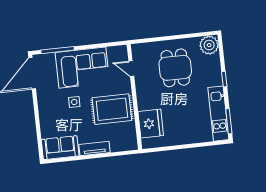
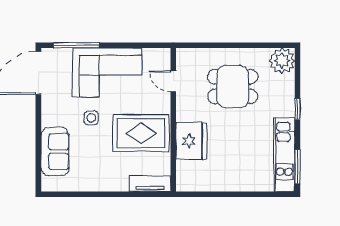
dining table: (175, 68) -> (233, 87), turned 90
fridge: (151, 124) -> (191, 141), moved
sofa: (60, 148) -> (55, 152), moved, turned 90
tv unit: (94, 148) -> (150, 184), moved

